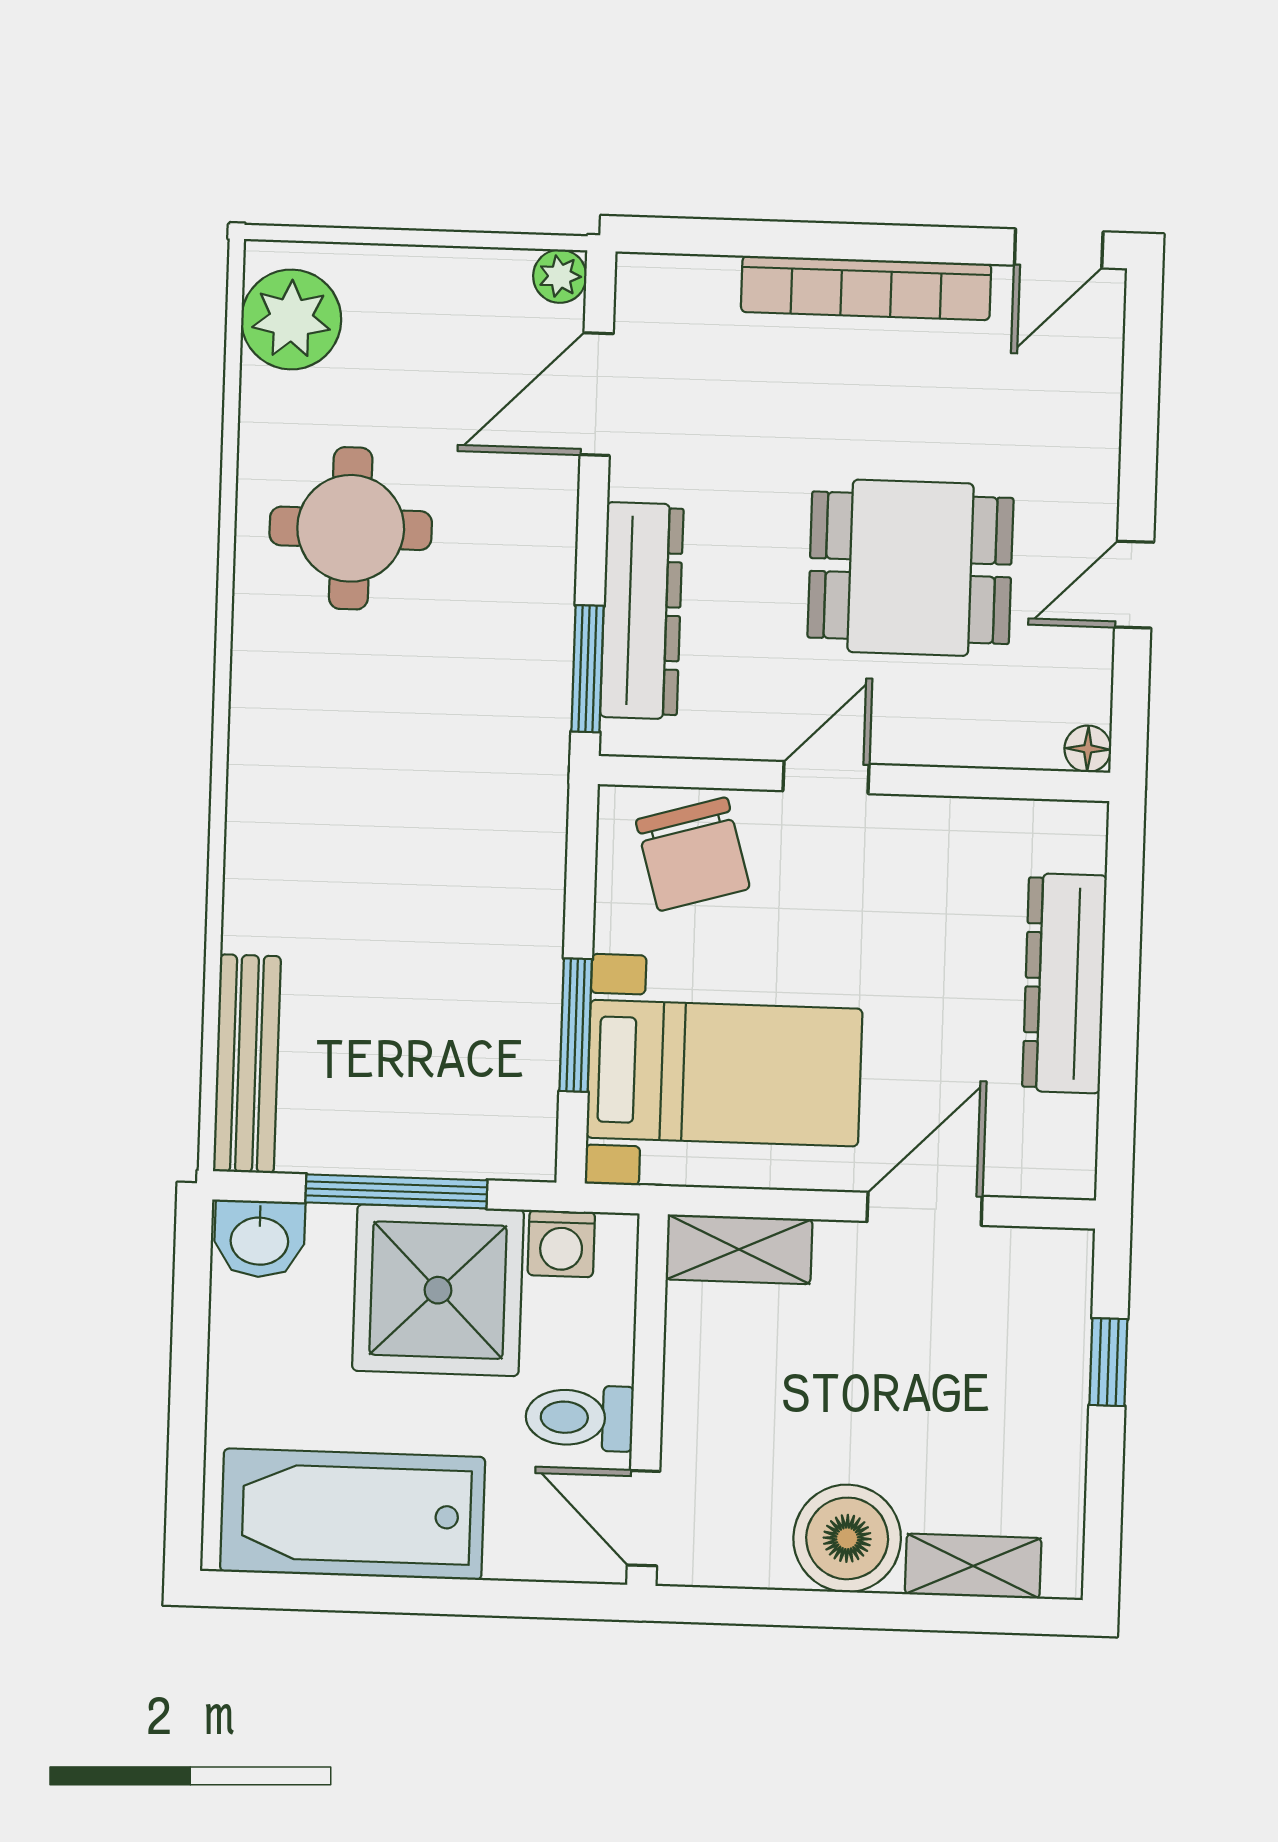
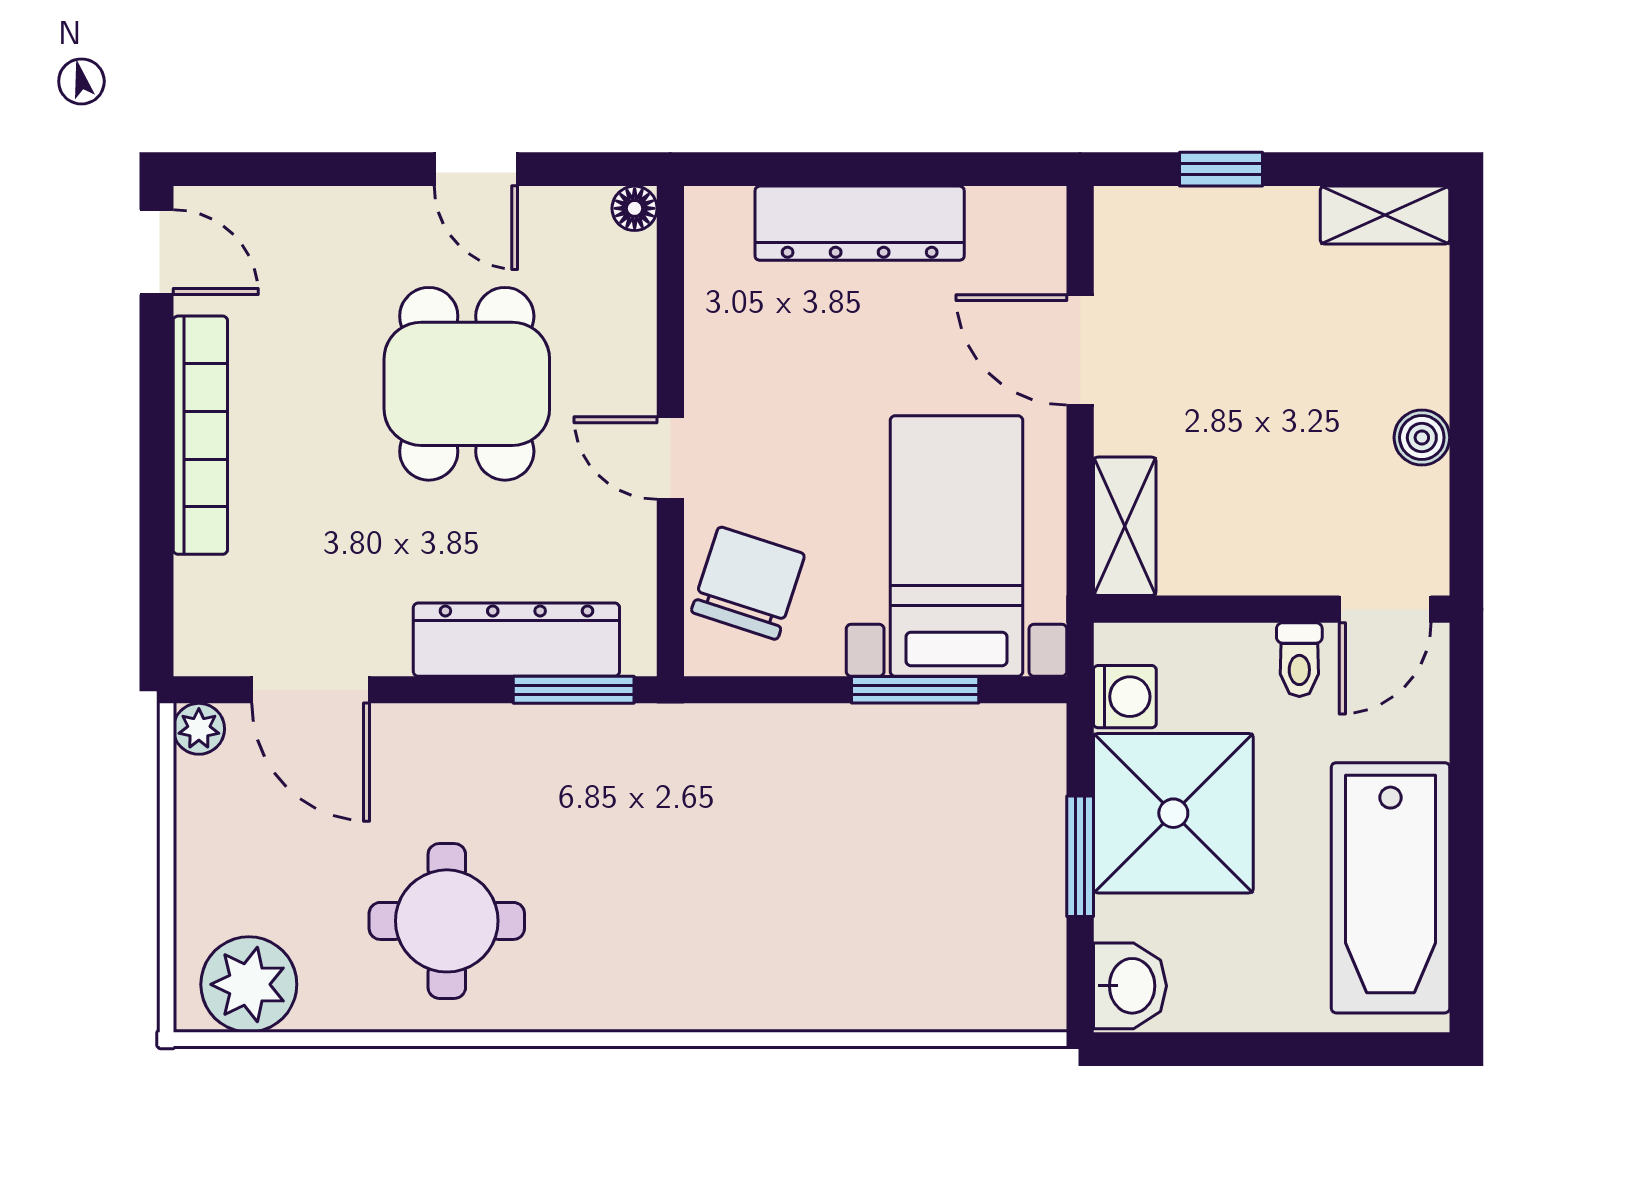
chair: (693, 854) -> (748, 583), turned -56
bench: (247, 1064) -> (963, 1003), removed
window: (396, 1191) -> (1080, 856), width x0.69
toilet: (579, 1418) -> (1299, 660), width x0.73, depth x0.72
boiler: (847, 1538) -> (1422, 438), width x0.54, depth x0.54
shelving: (973, 1566) -> (1385, 215), moved, turned 90

